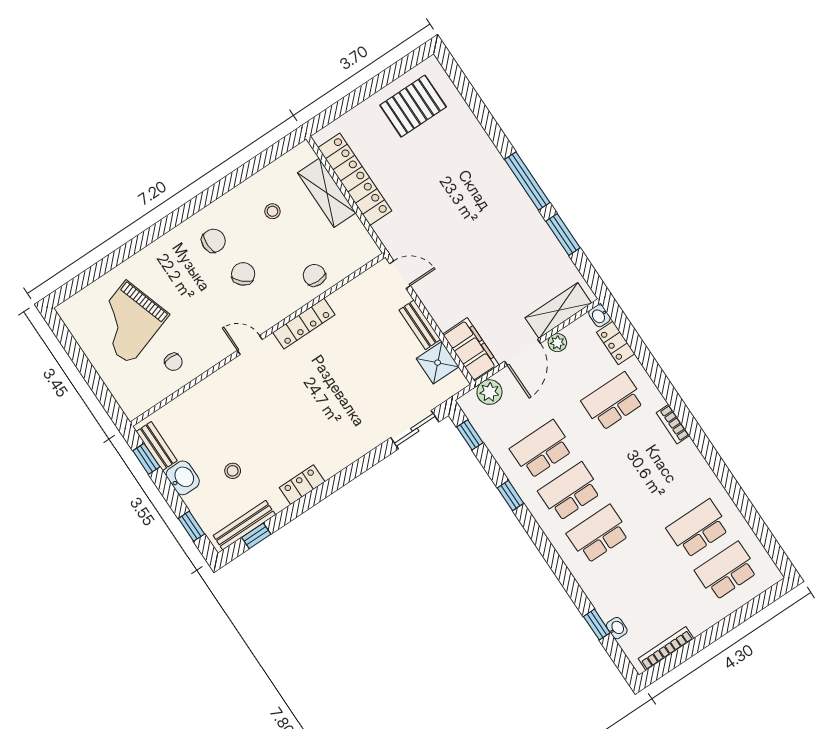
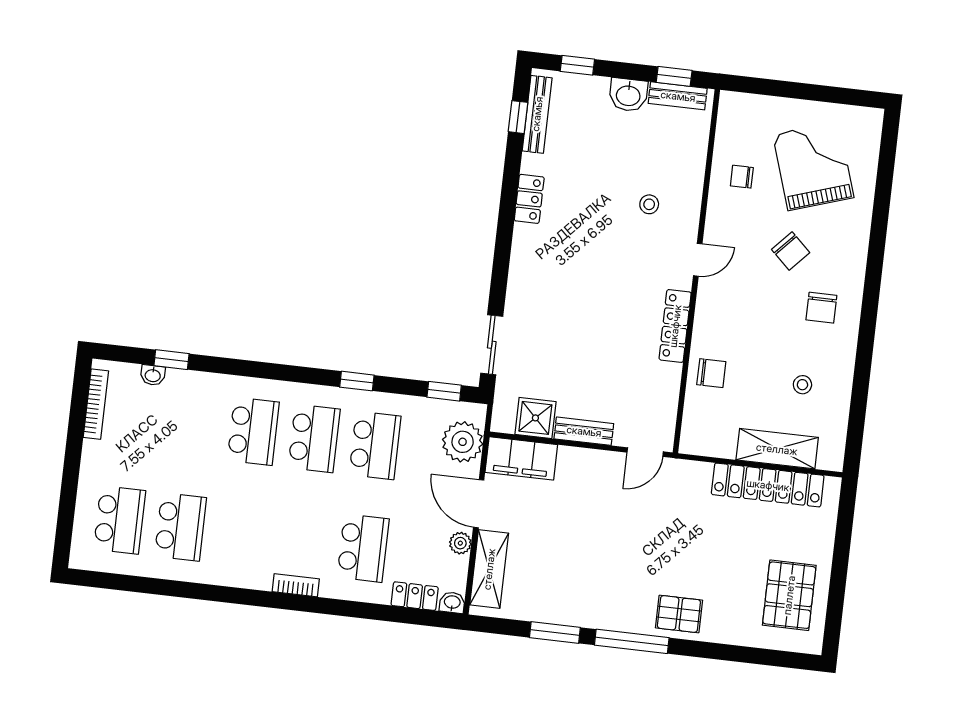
pallet: (484, 166) -> (679, 614), added
chair: (243, 274) -> (791, 251), moved
plant: (489, 392) -> (463, 442), width x1.36, depth x1.36
stool: (233, 471) -> (649, 204), moved

